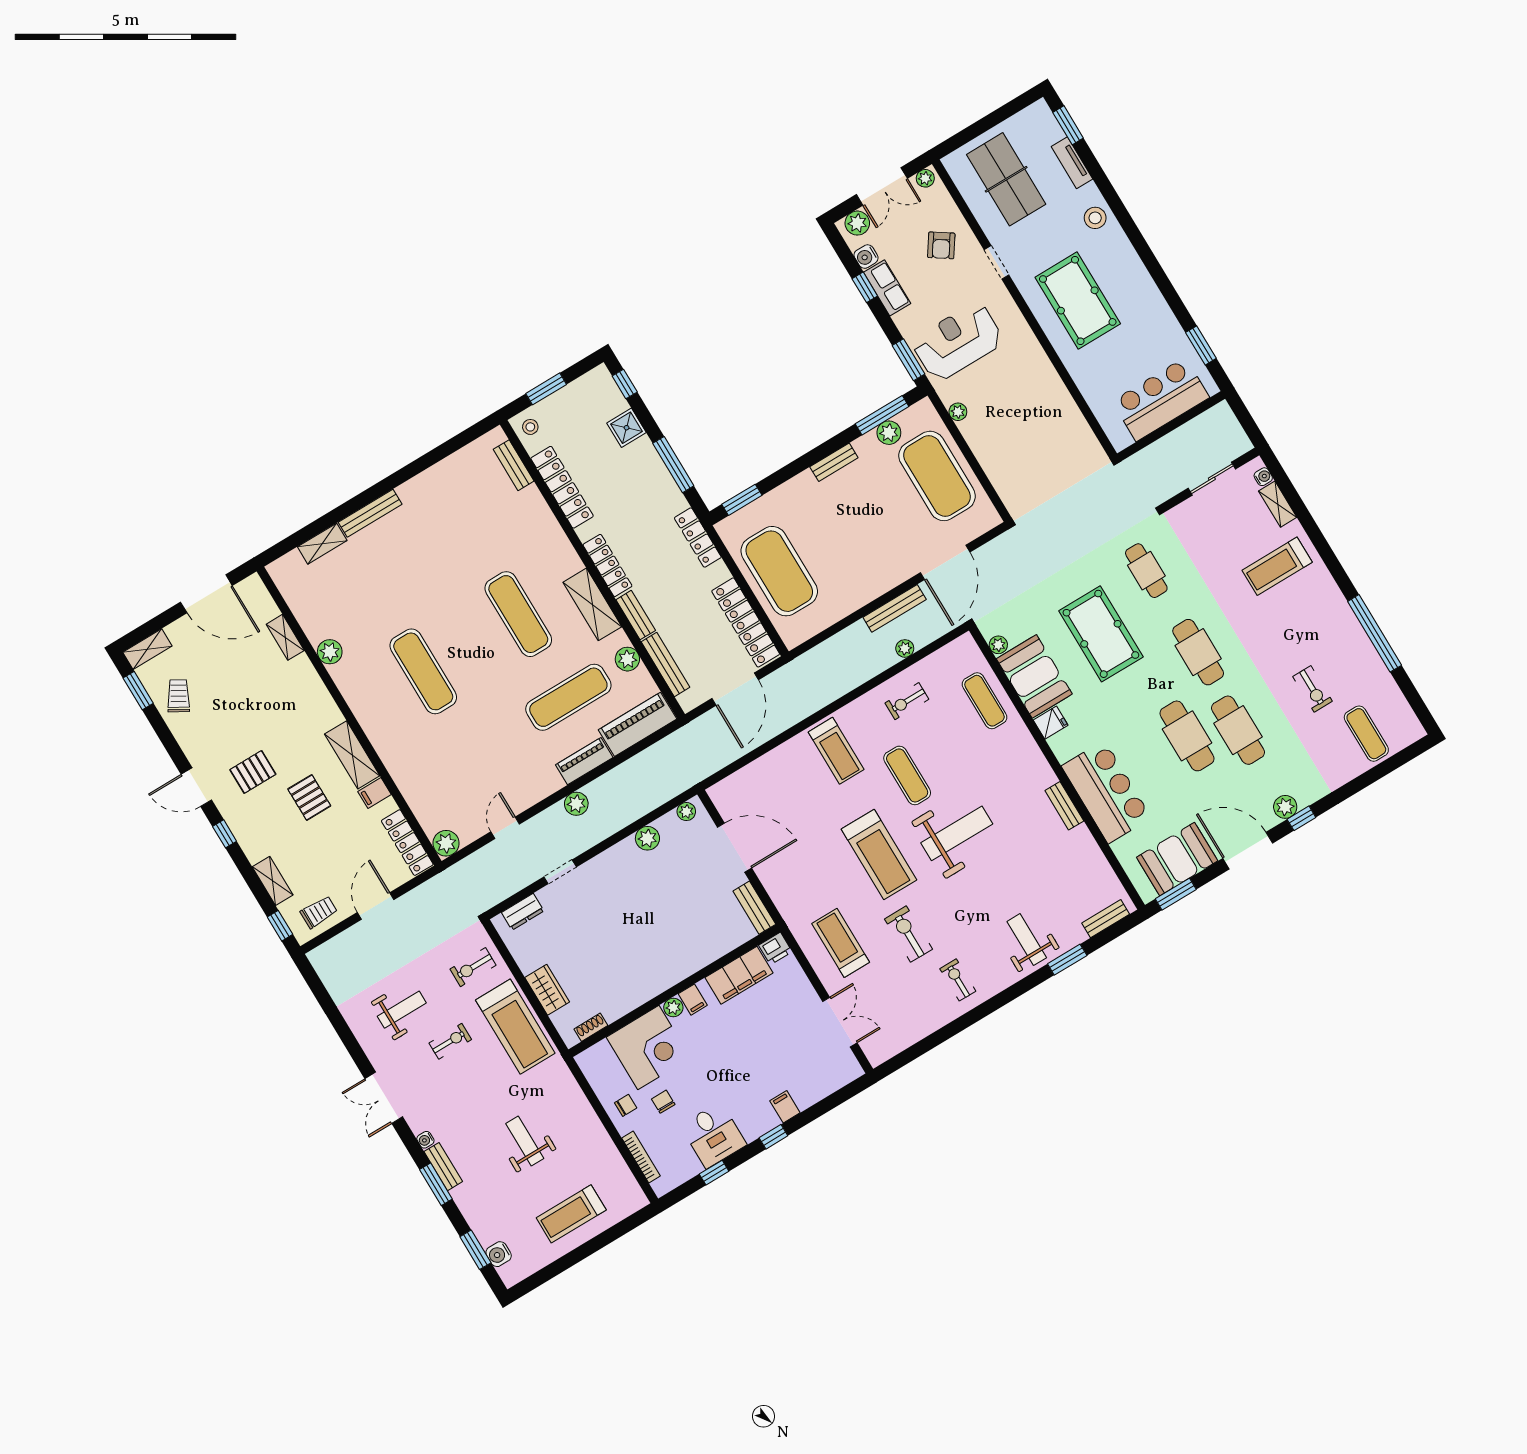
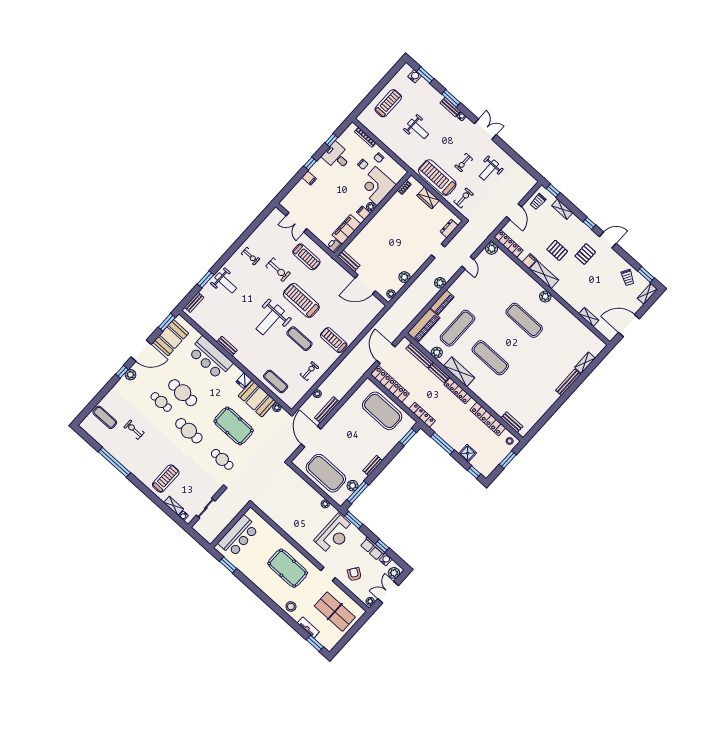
plant: (330, 652) -> (545, 297), moved
cafe table: (1238, 730) -> (161, 402), width x0.73, depth x0.74

